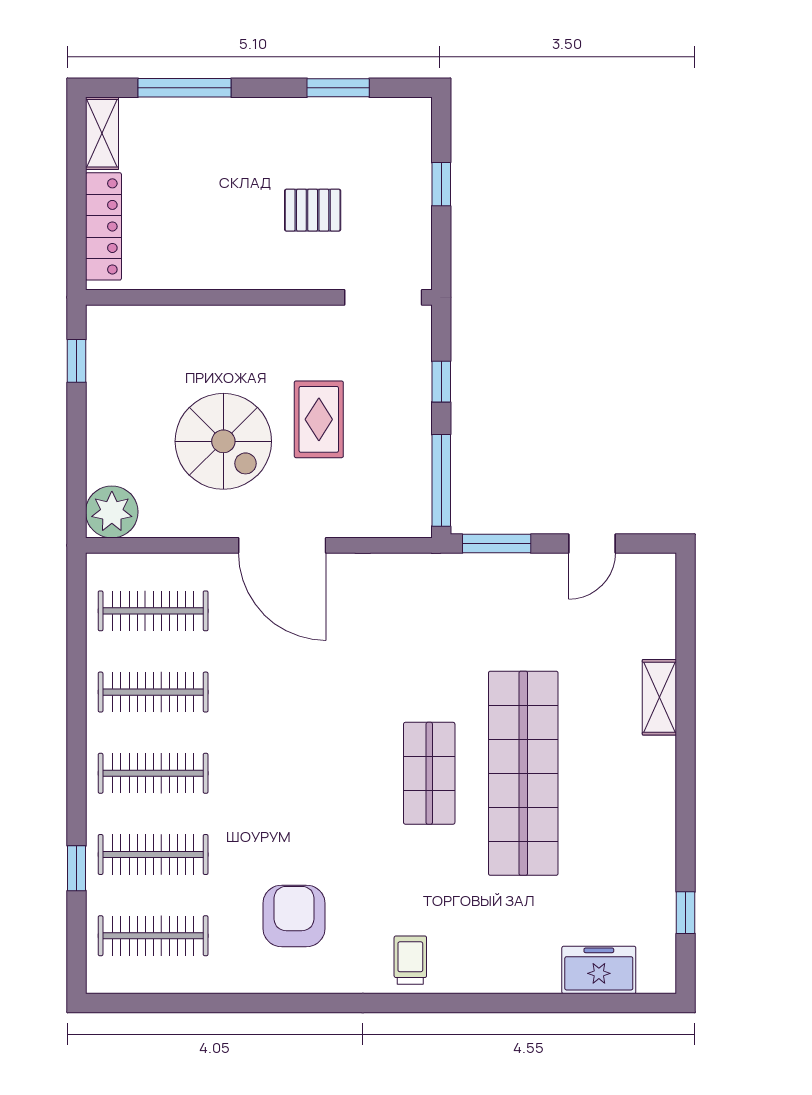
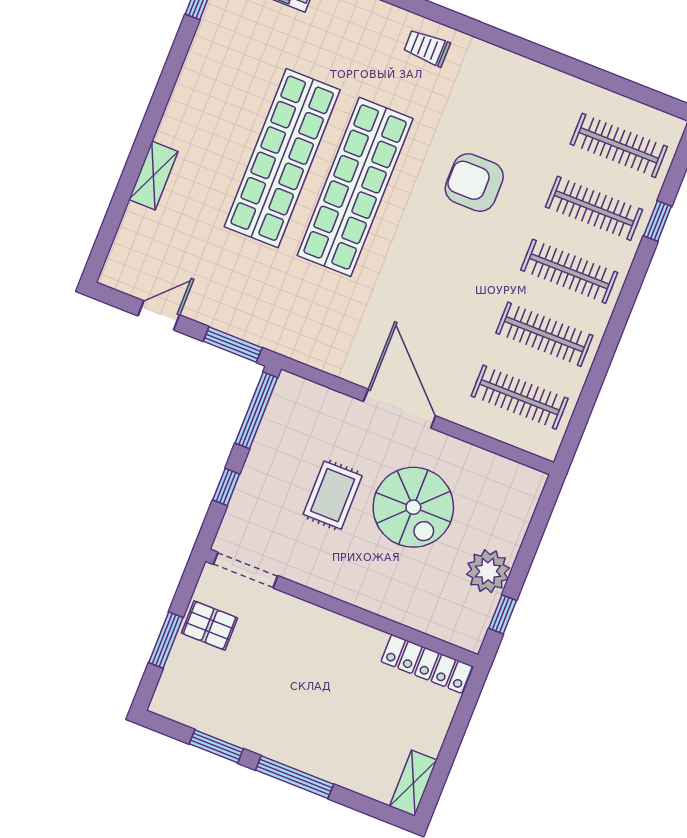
window: (185, 88) -> (295, 777), moved
window: (441, 184) -> (166, 640), width x1.50
pallet: (313, 210) -> (210, 626), moved
locker: (103, 226) -> (427, 664), moved, turned -90
spiral stairs: (223, 441) -> (413, 507), turned 180
plant: (112, 512) -> (488, 571), moved
shop shelf: (429, 773) -> (355, 187), width x2.00, depth x1.36
armchair: (294, 916) -> (474, 183), moved, turned 90
trolley: (410, 960) -> (427, 48), turned 90

